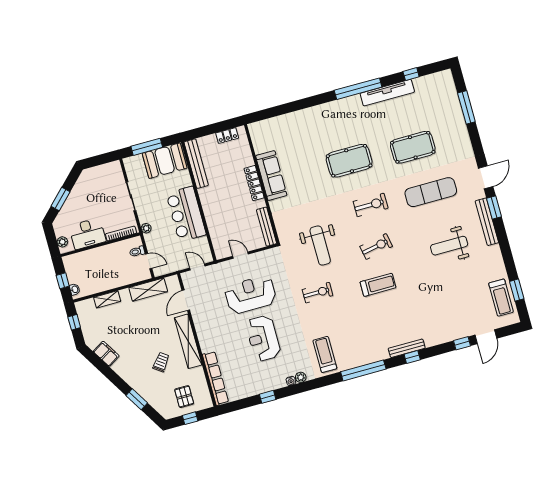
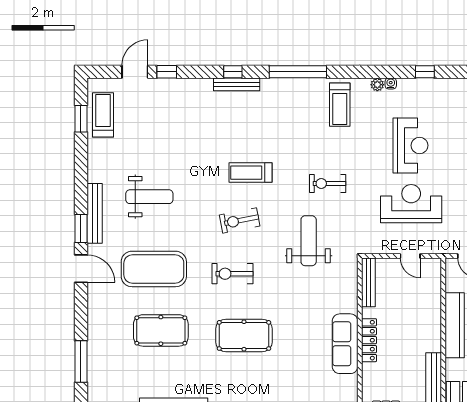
door: (486, 177) -> (81, 269), swing flipped
exercise mat: (431, 192) -> (154, 269), width x1.47
reception desk: (251, 295) -> (411, 204), turned 180

